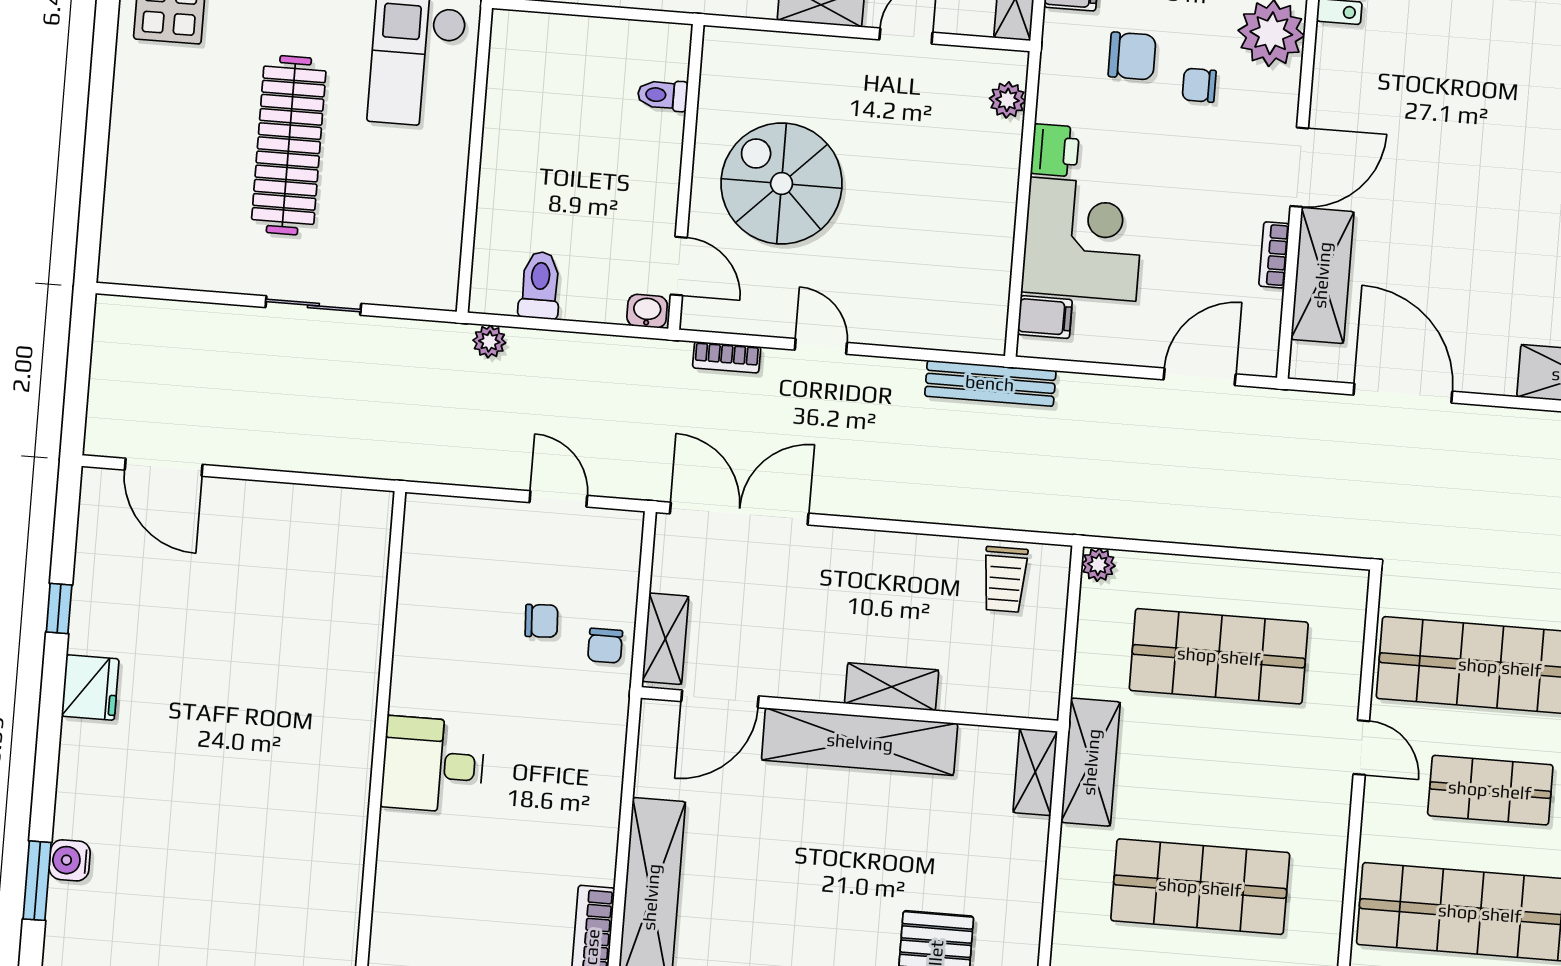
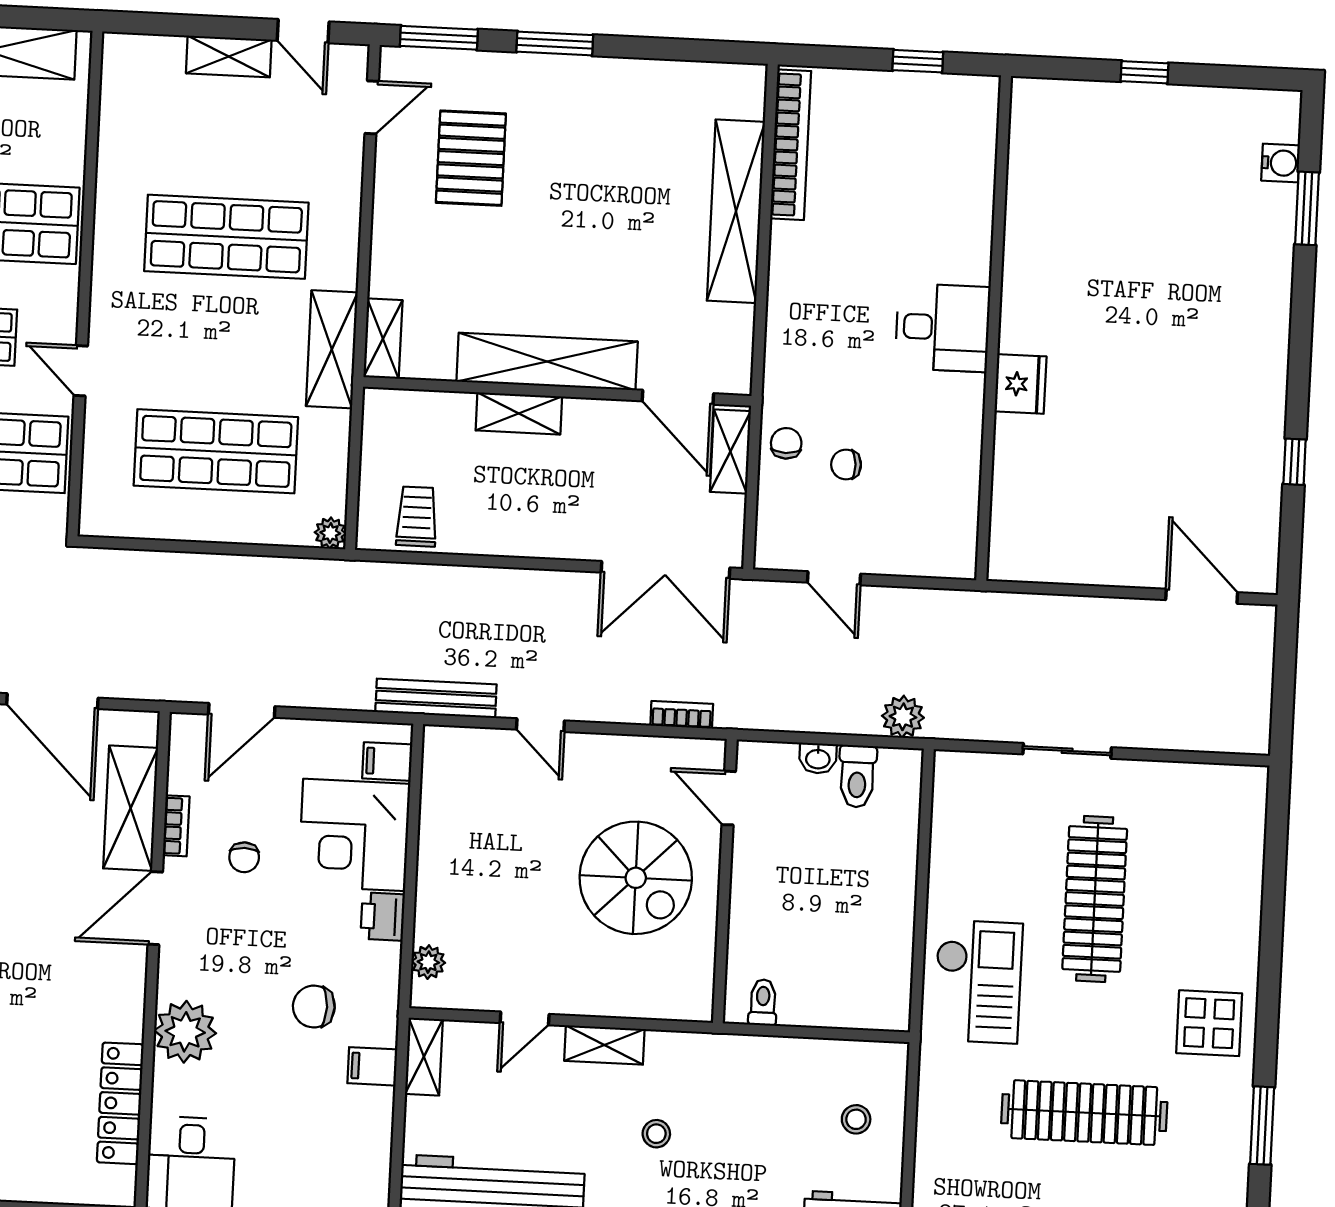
chair: (1199, 85) -> (244, 857), moved, turned 90
toilet: (663, 95) -> (763, 1002), moved, turned -90
washbasin: (647, 311) -> (818, 758), moved
plant: (489, 341) -> (903, 717), width x1.38, depth x1.38
door: (821, 346) -> (540, 725), moved
fridge: (90, 688) -> (1020, 384), moved, turned 180
door: (720, 699) -> (678, 397), swing flipped
water cooler: (70, 860) -> (1281, 163), moved

